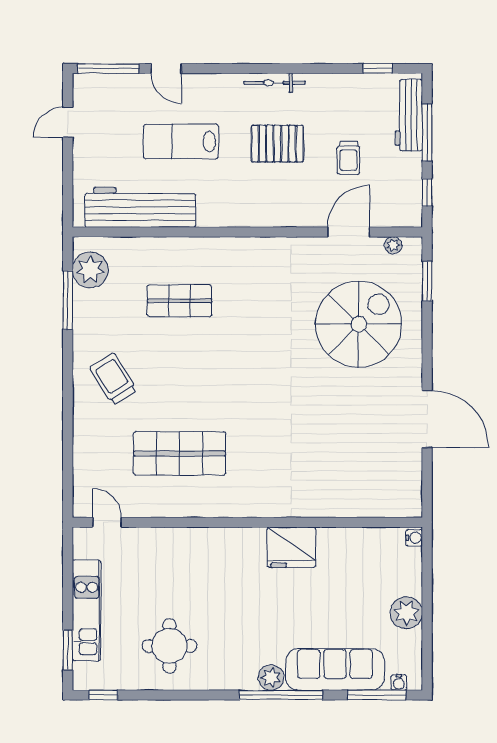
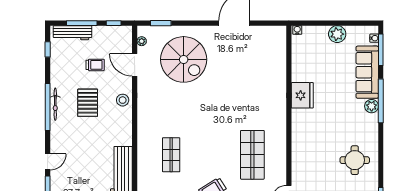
window: (269, 68) -> (48, 107), added
lab bench: (181, 141) -> (86, 154), removed
stool: (282, 209) -> (123, 100), added
spiral stairs: (359, 324) -> (184, 59), turned 180

